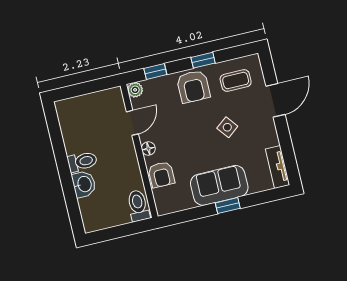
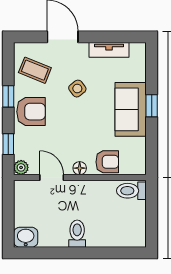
coffee table: (236, 81) -> (35, 70), turned -68
tv unit: (278, 167) -> (109, 50), moved
washbasin: (84, 184) -> (26, 237), moved

